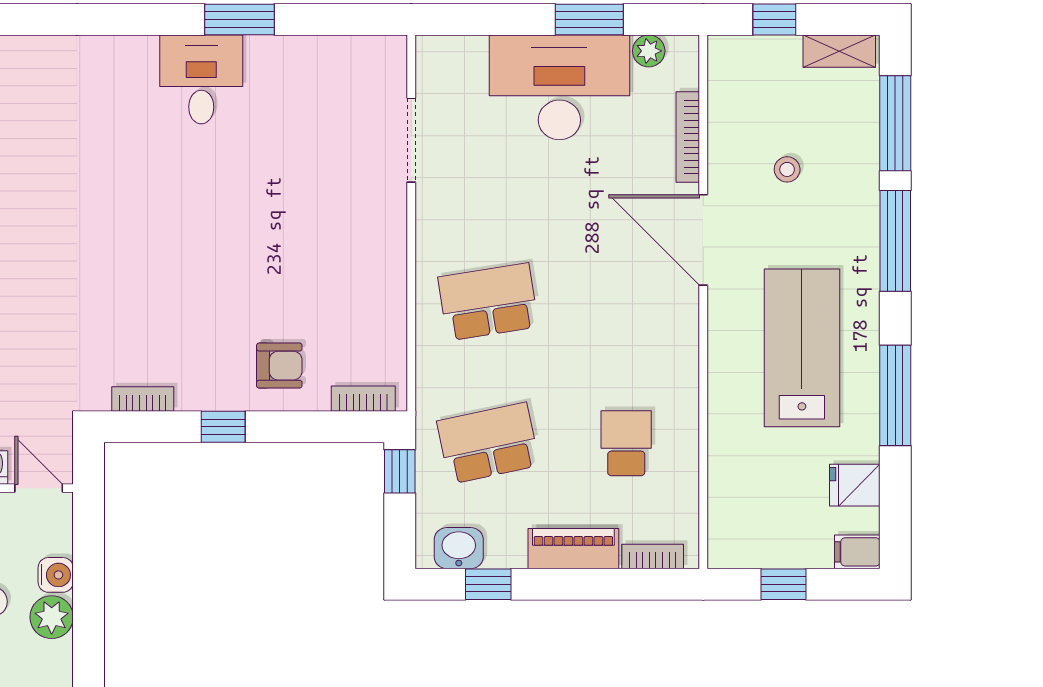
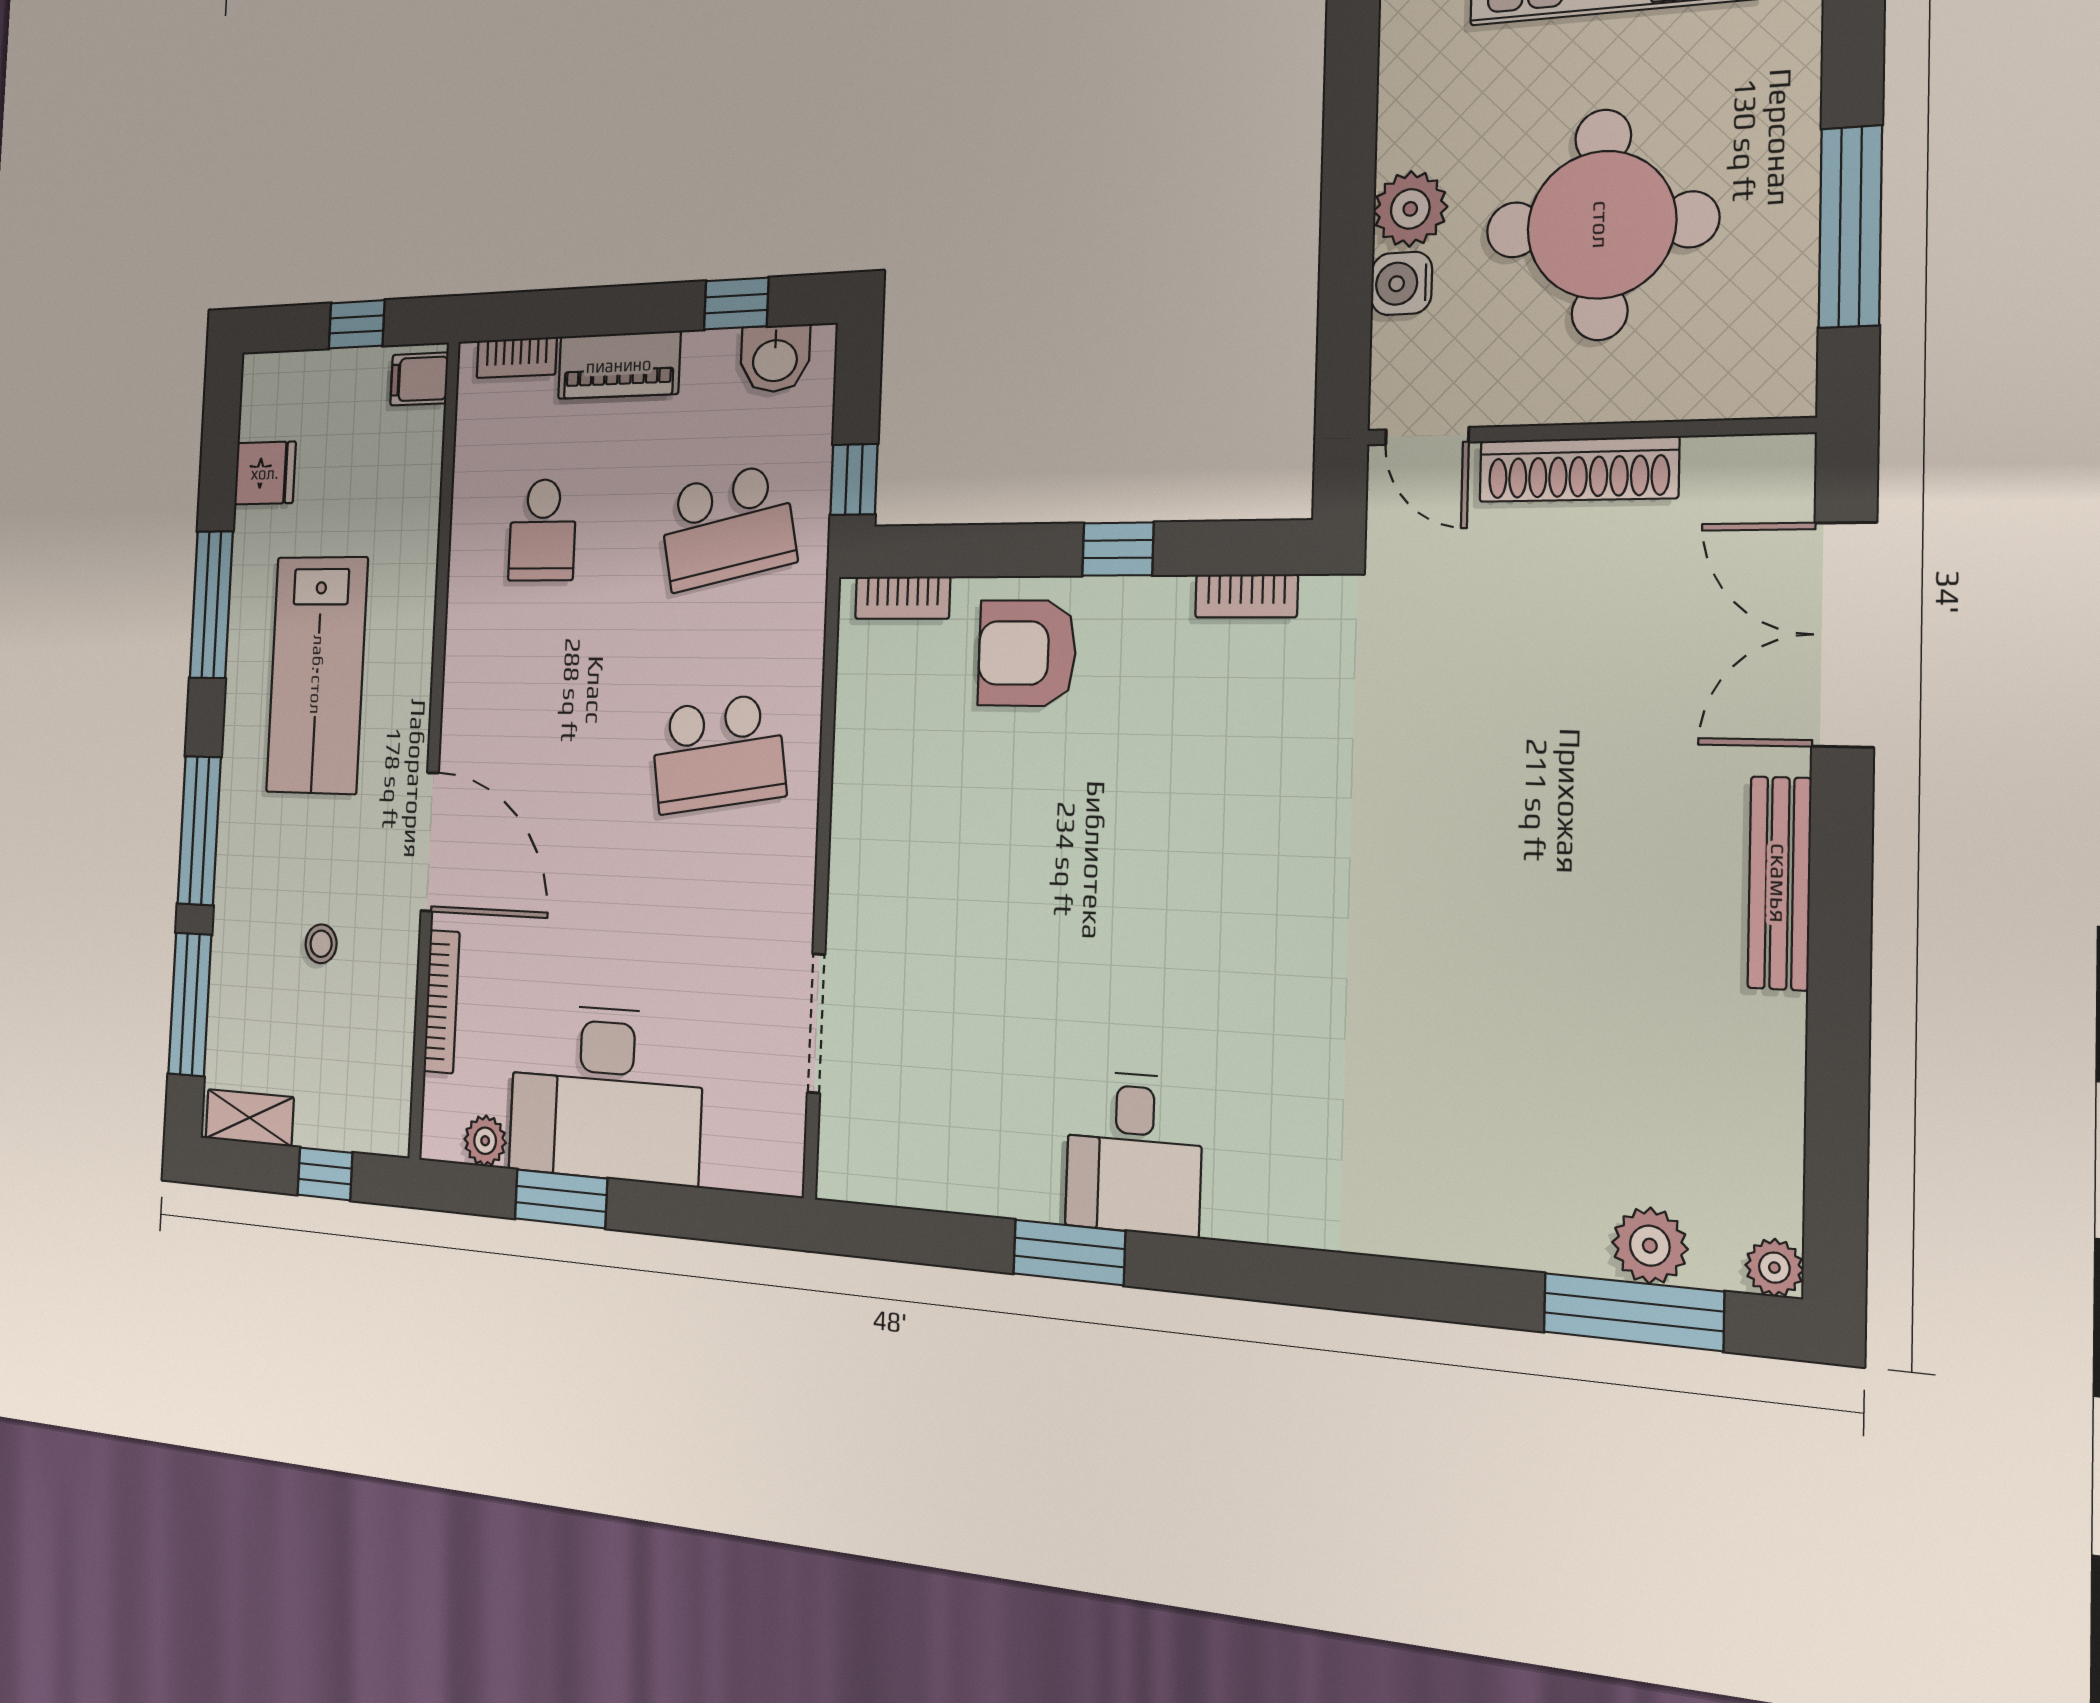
armchair: (279, 366) -> (1027, 653), width x1.38, depth x1.38
filing cabinet: (857, 552) -> (419, 379), moved, turned 180

